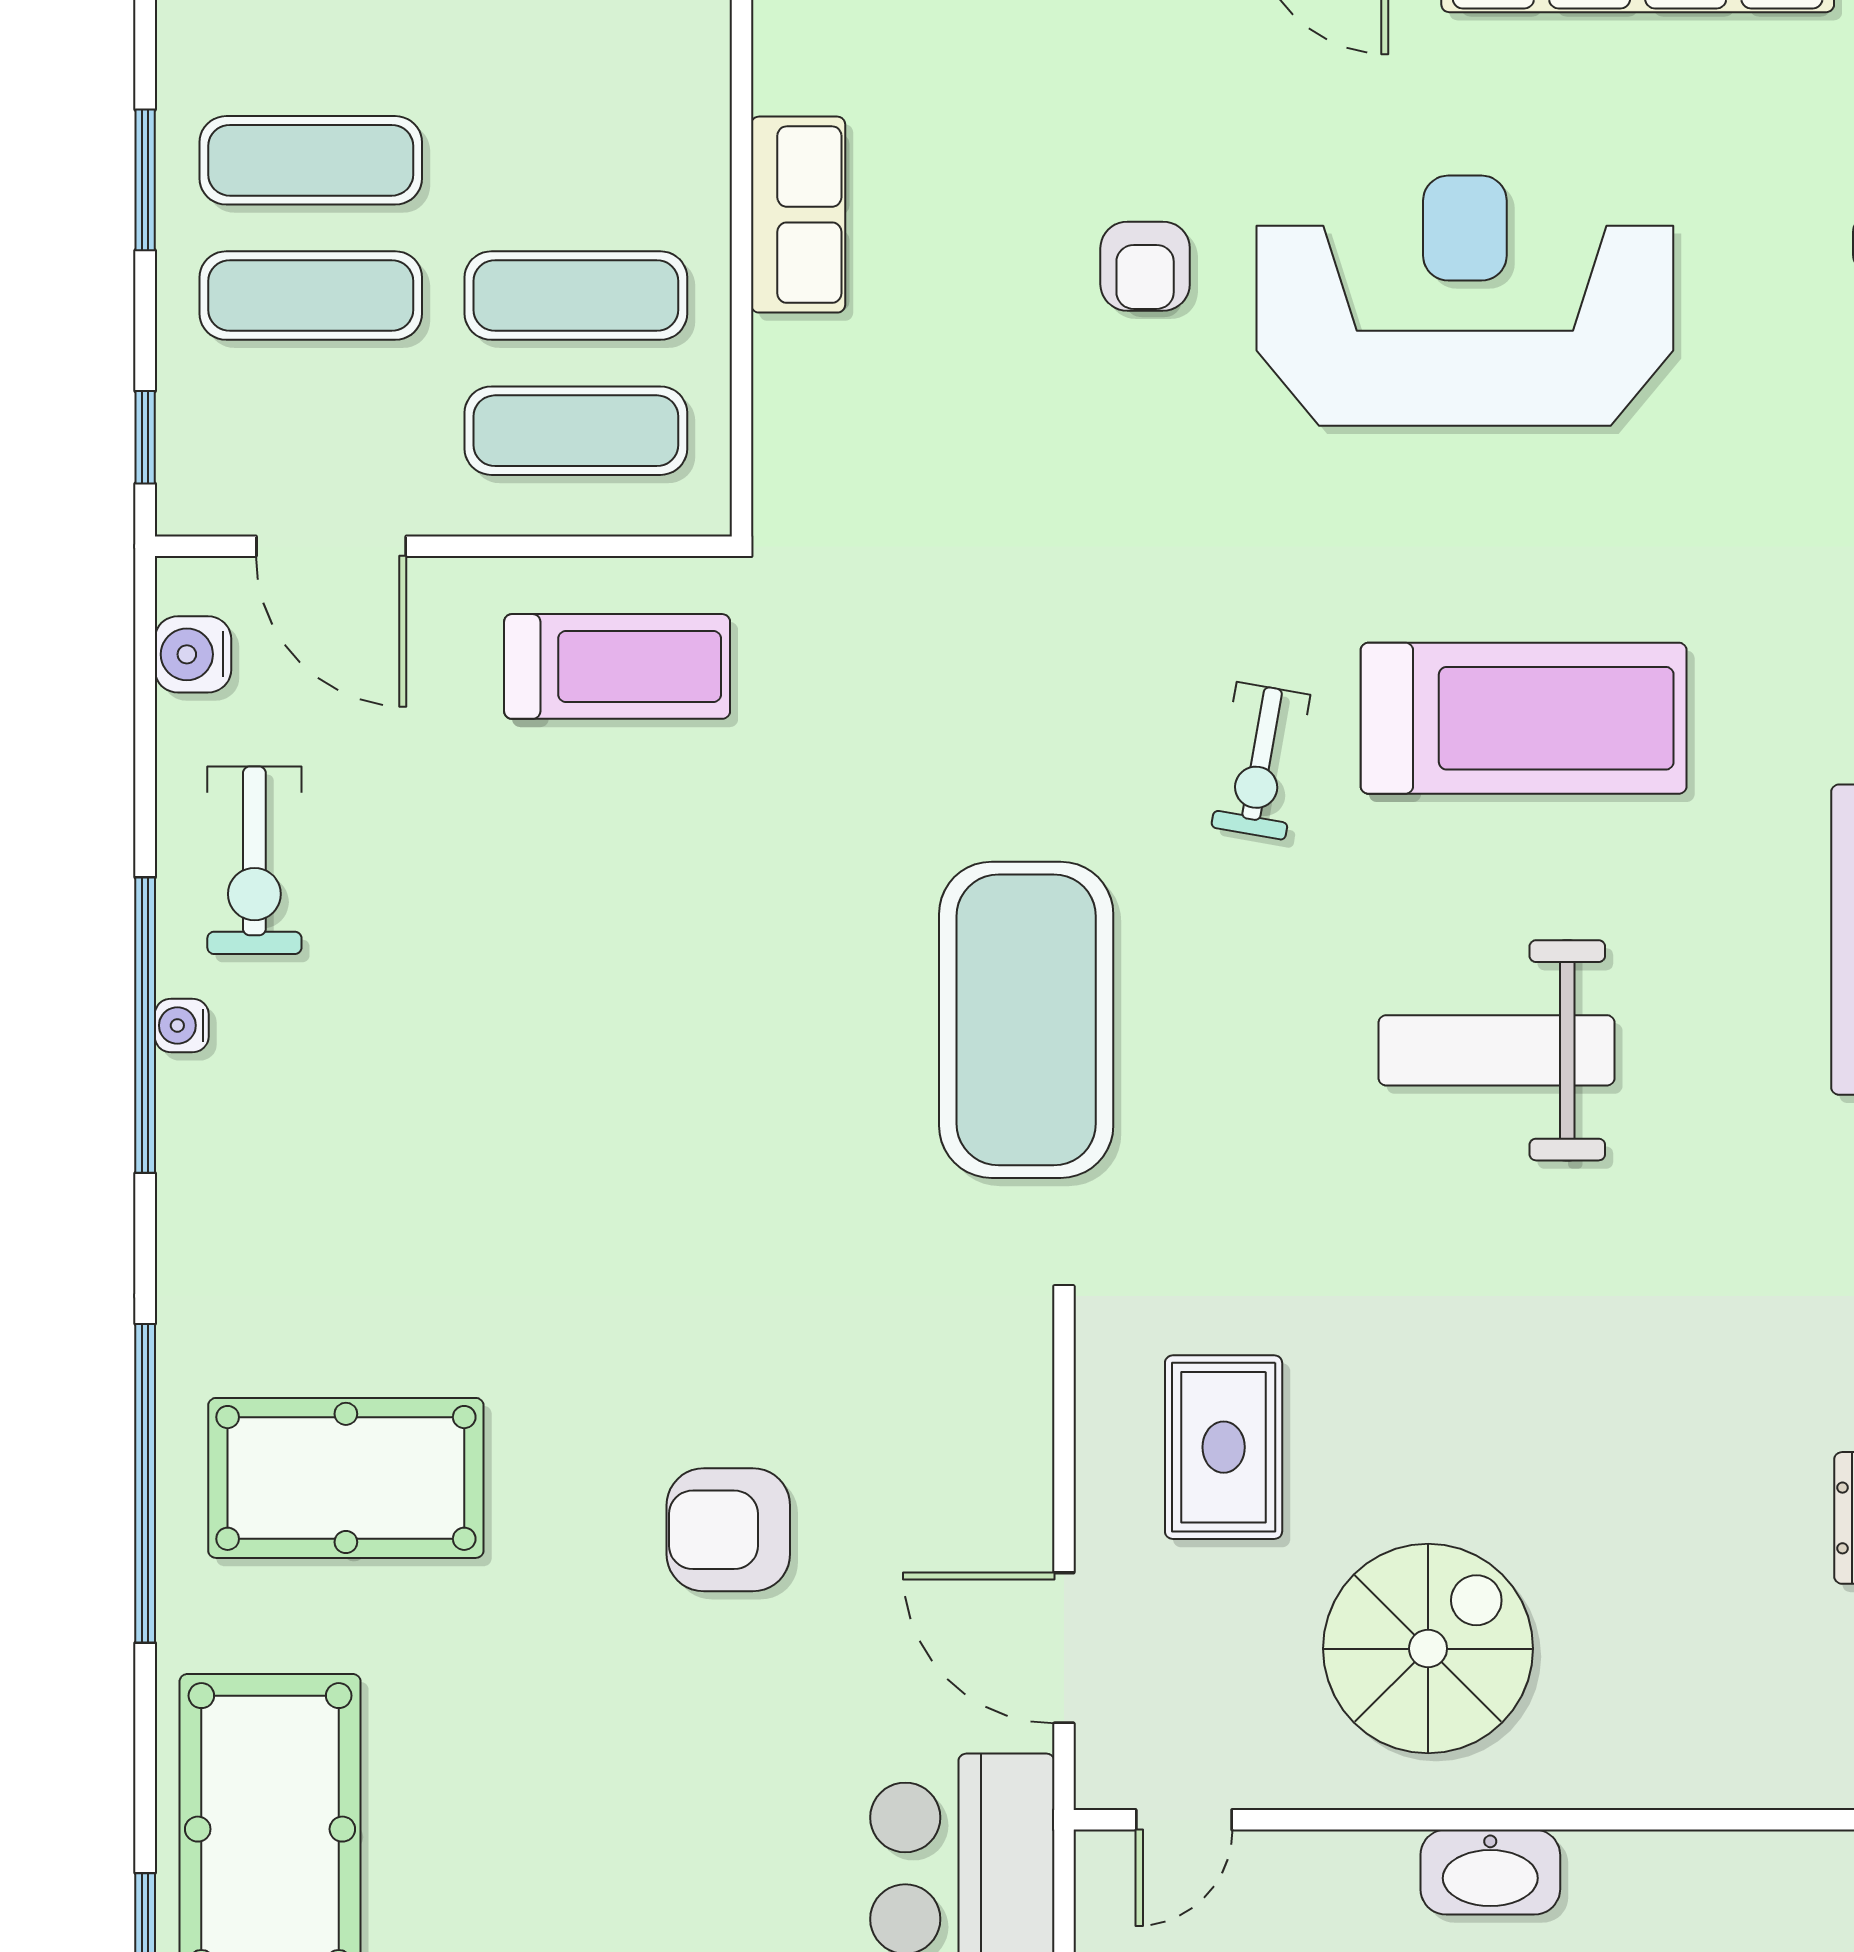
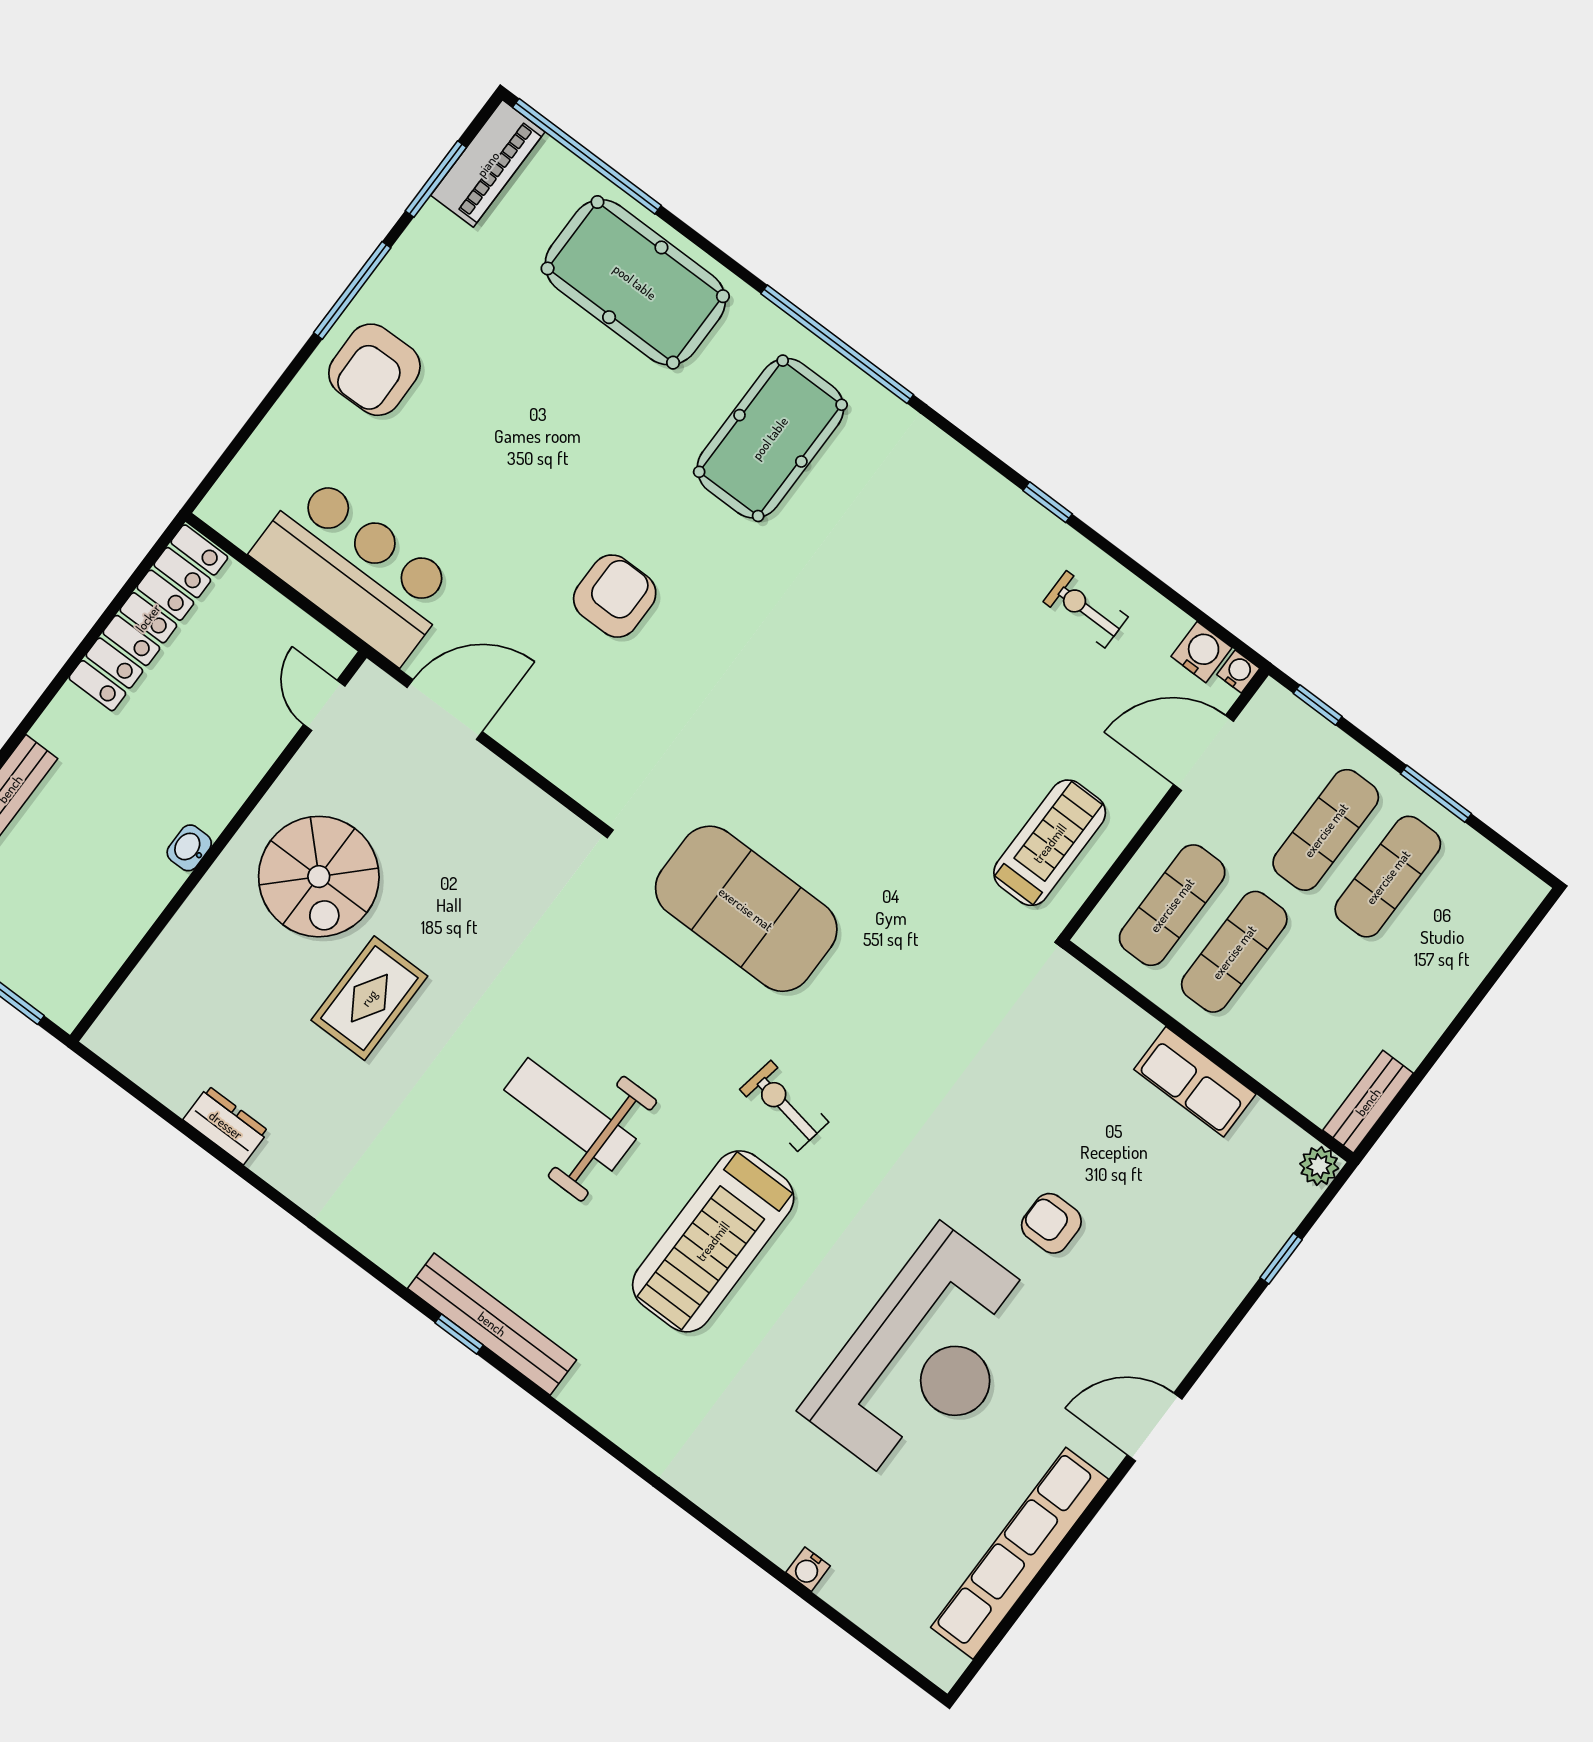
treadmill: (617, 666) -> (1050, 843), turned 180
exercise bike: (254, 860) -> (1086, 609), width x0.73, depth x0.72
window: (145, 1025) -> (1048, 502), width x0.32
water cooler: (182, 1025) -> (1238, 672), moved
weight bench: (1497, 1050) -> (570, 1114), turned -90
rug: (1224, 1447) -> (369, 998), moved, turned 90
washbasin: (1490, 1872) -> (189, 848), width x0.52, depth x0.69

